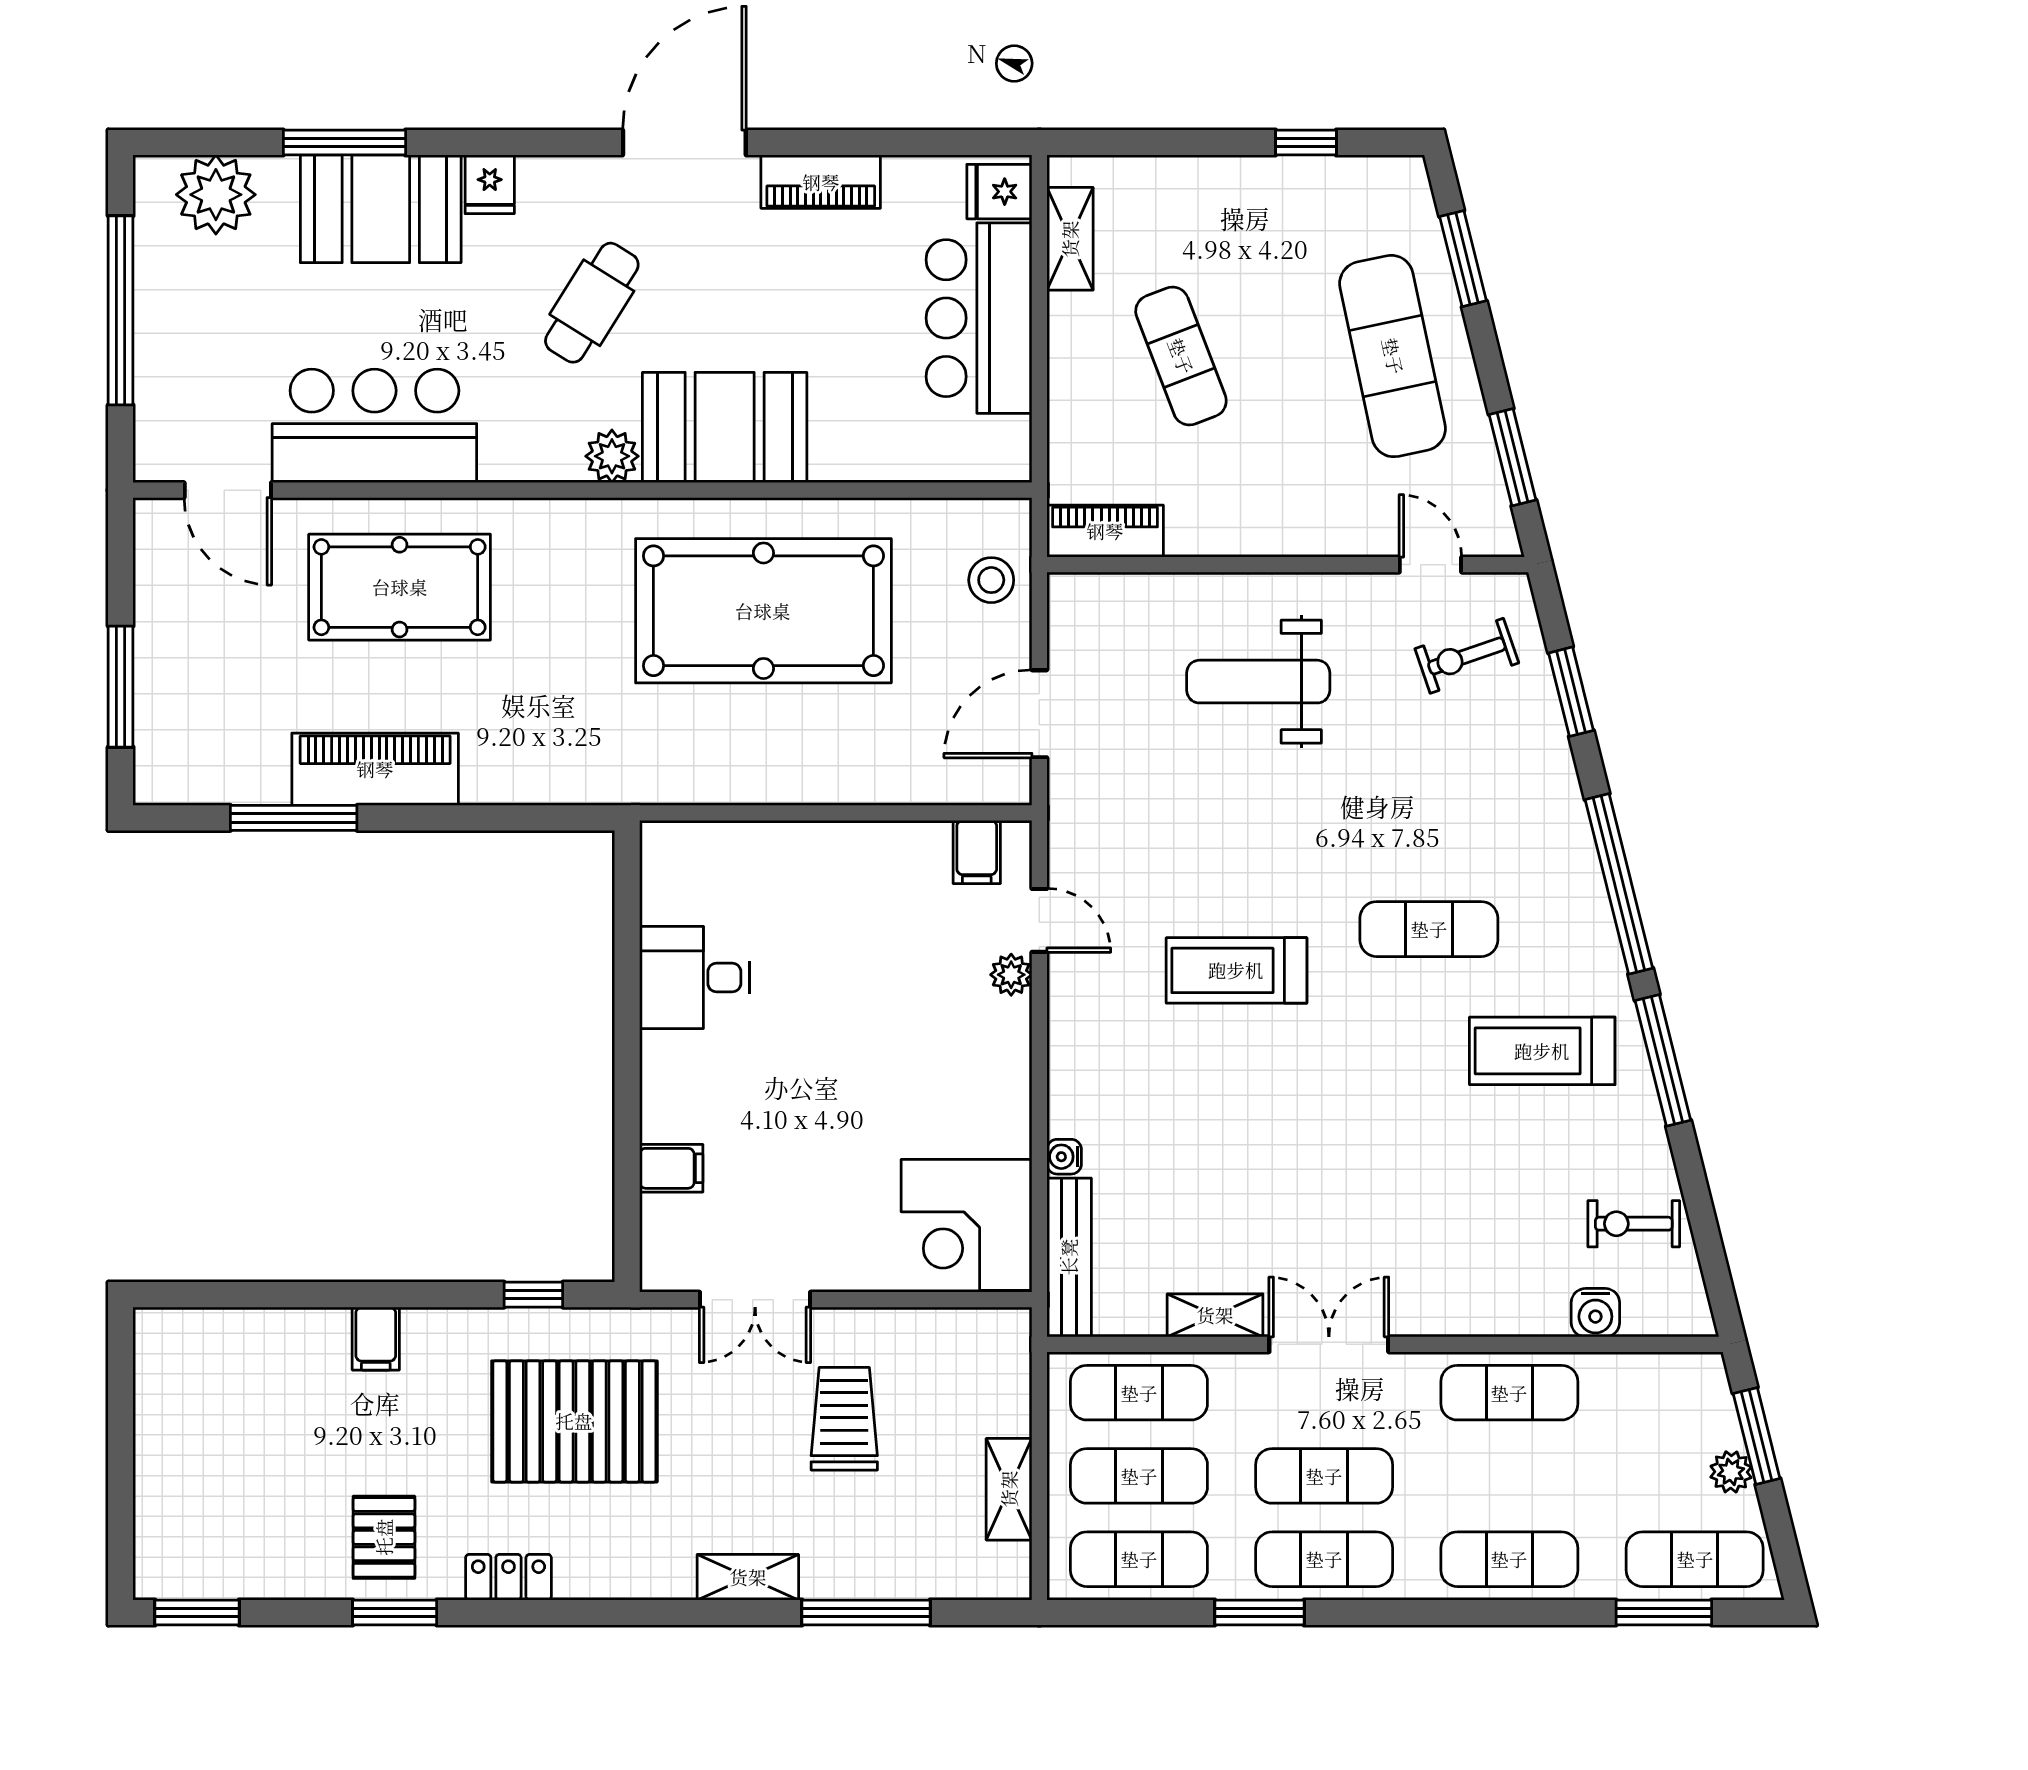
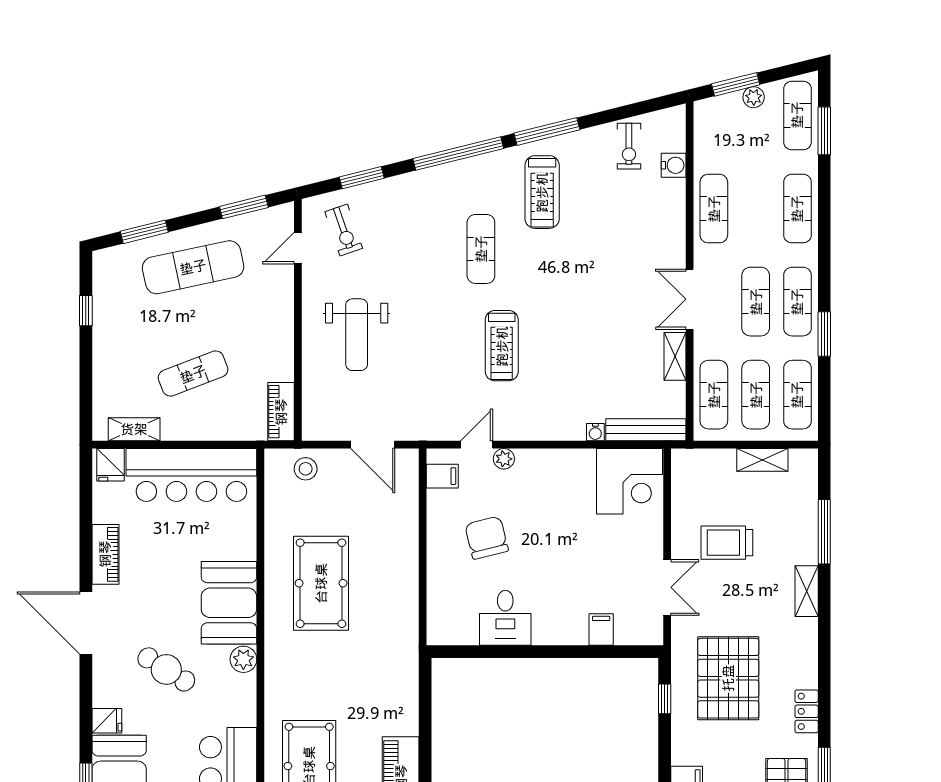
bar counter: (979, 318) -> (191, 475), width x1.36
pool table: (763, 611) -> (321, 583), width x0.73, depth x0.76
chair: (854, 940) -> (487, 538), added

